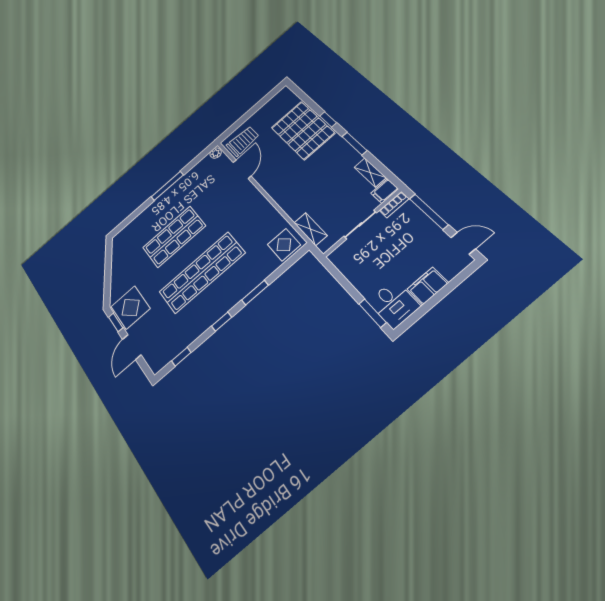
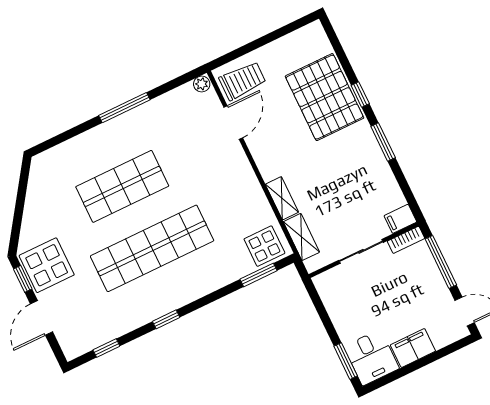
shelving: (370, 172) -> (282, 198), moved
window: (255, 293) -> (258, 275), moved

